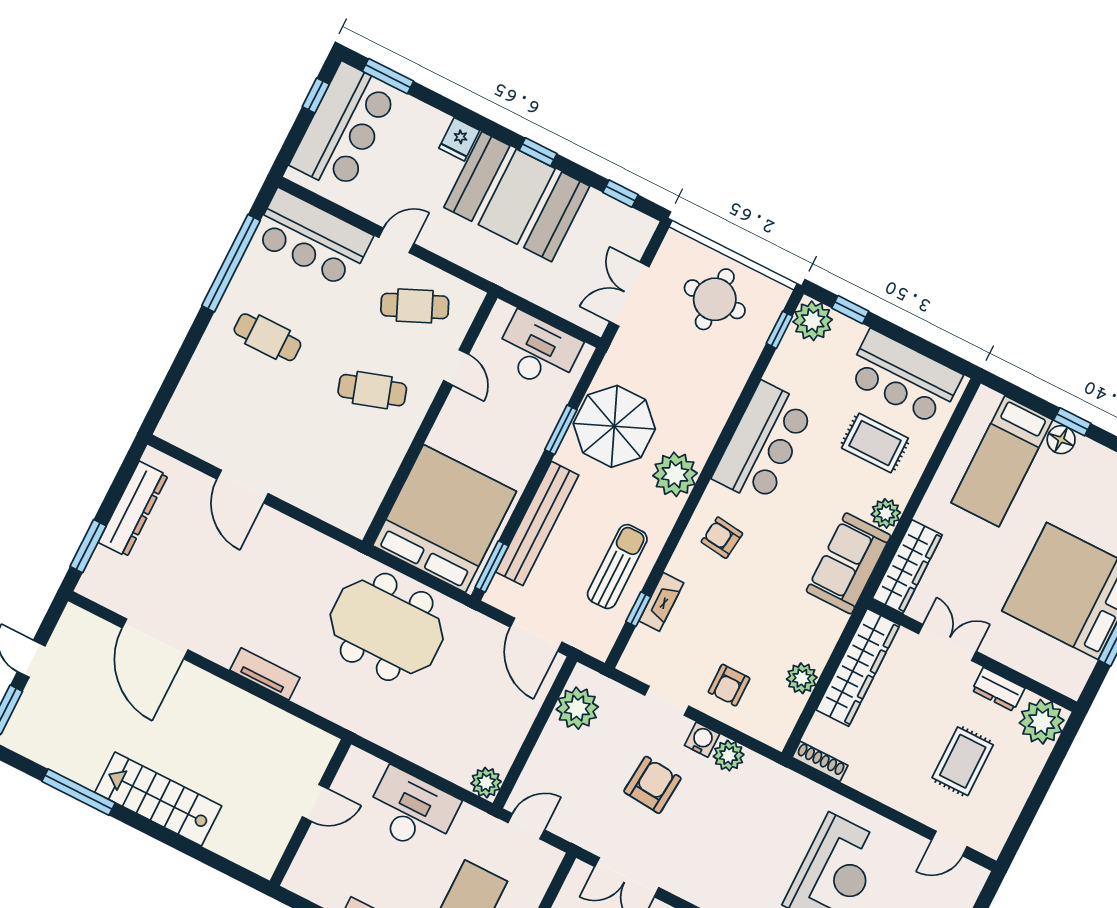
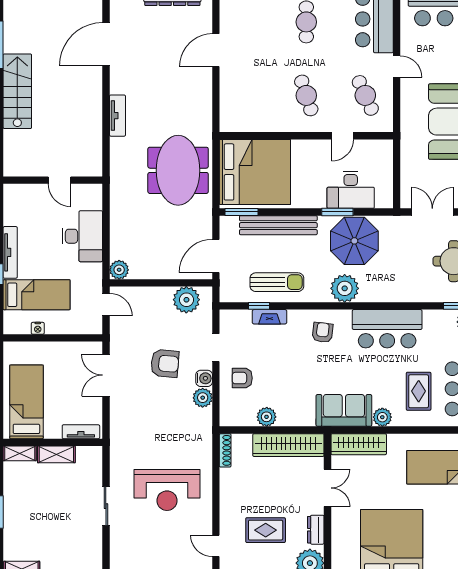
desk: (538, 351) -> (351, 190), moved, turned 90

